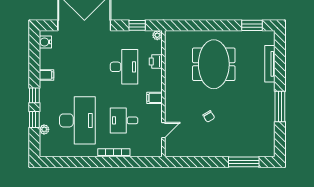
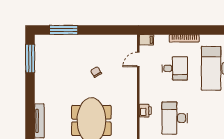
printer: (156, 61) -> (145, 111), moved
filing cabinet: (154, 98) -> (146, 40), moved
window: (280, 106) -> (30, 58), moved

